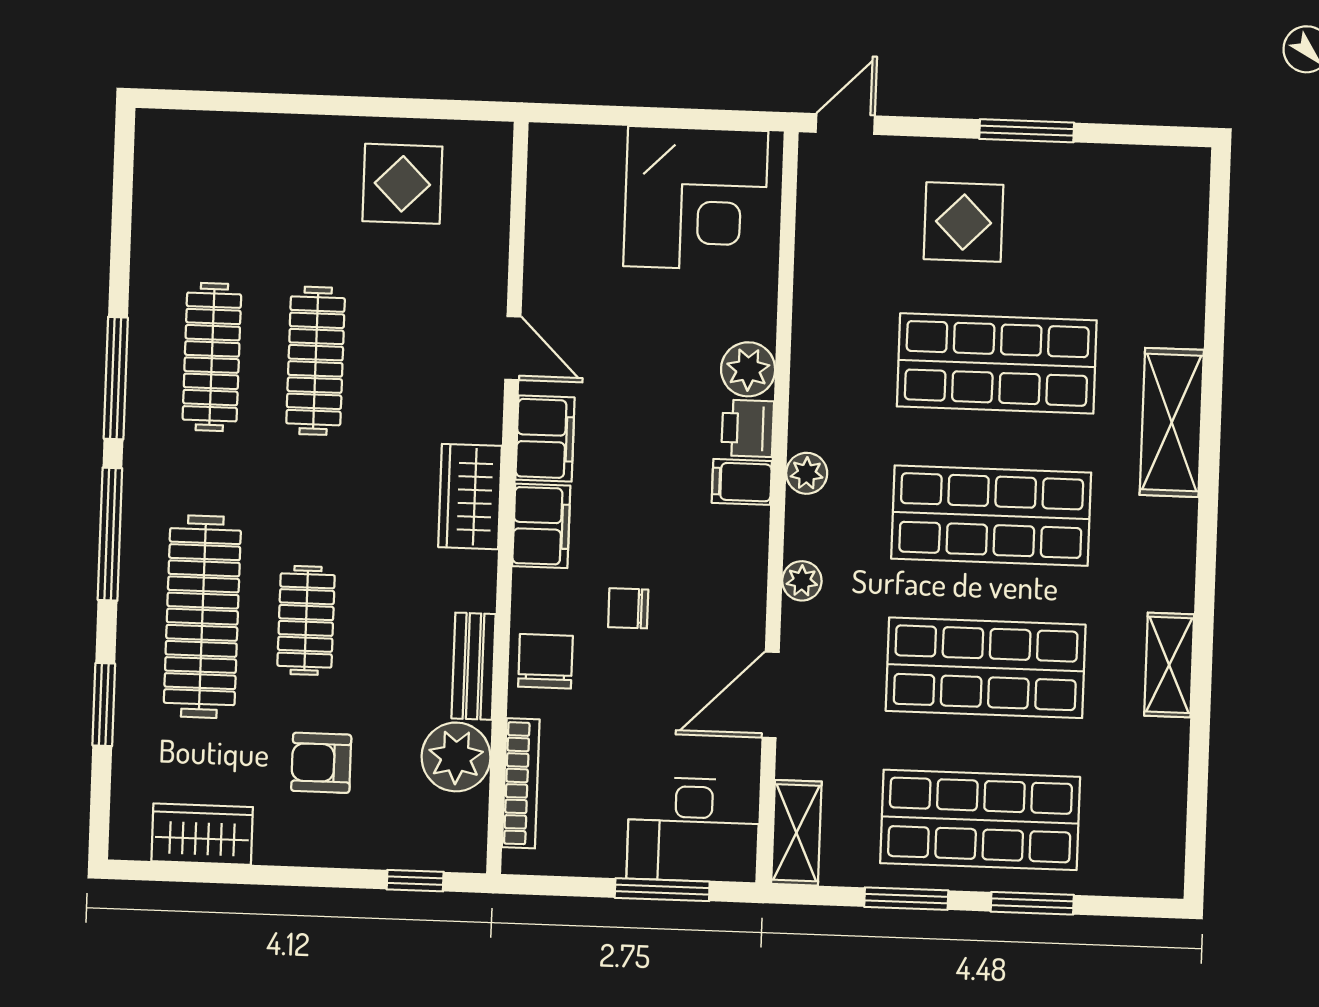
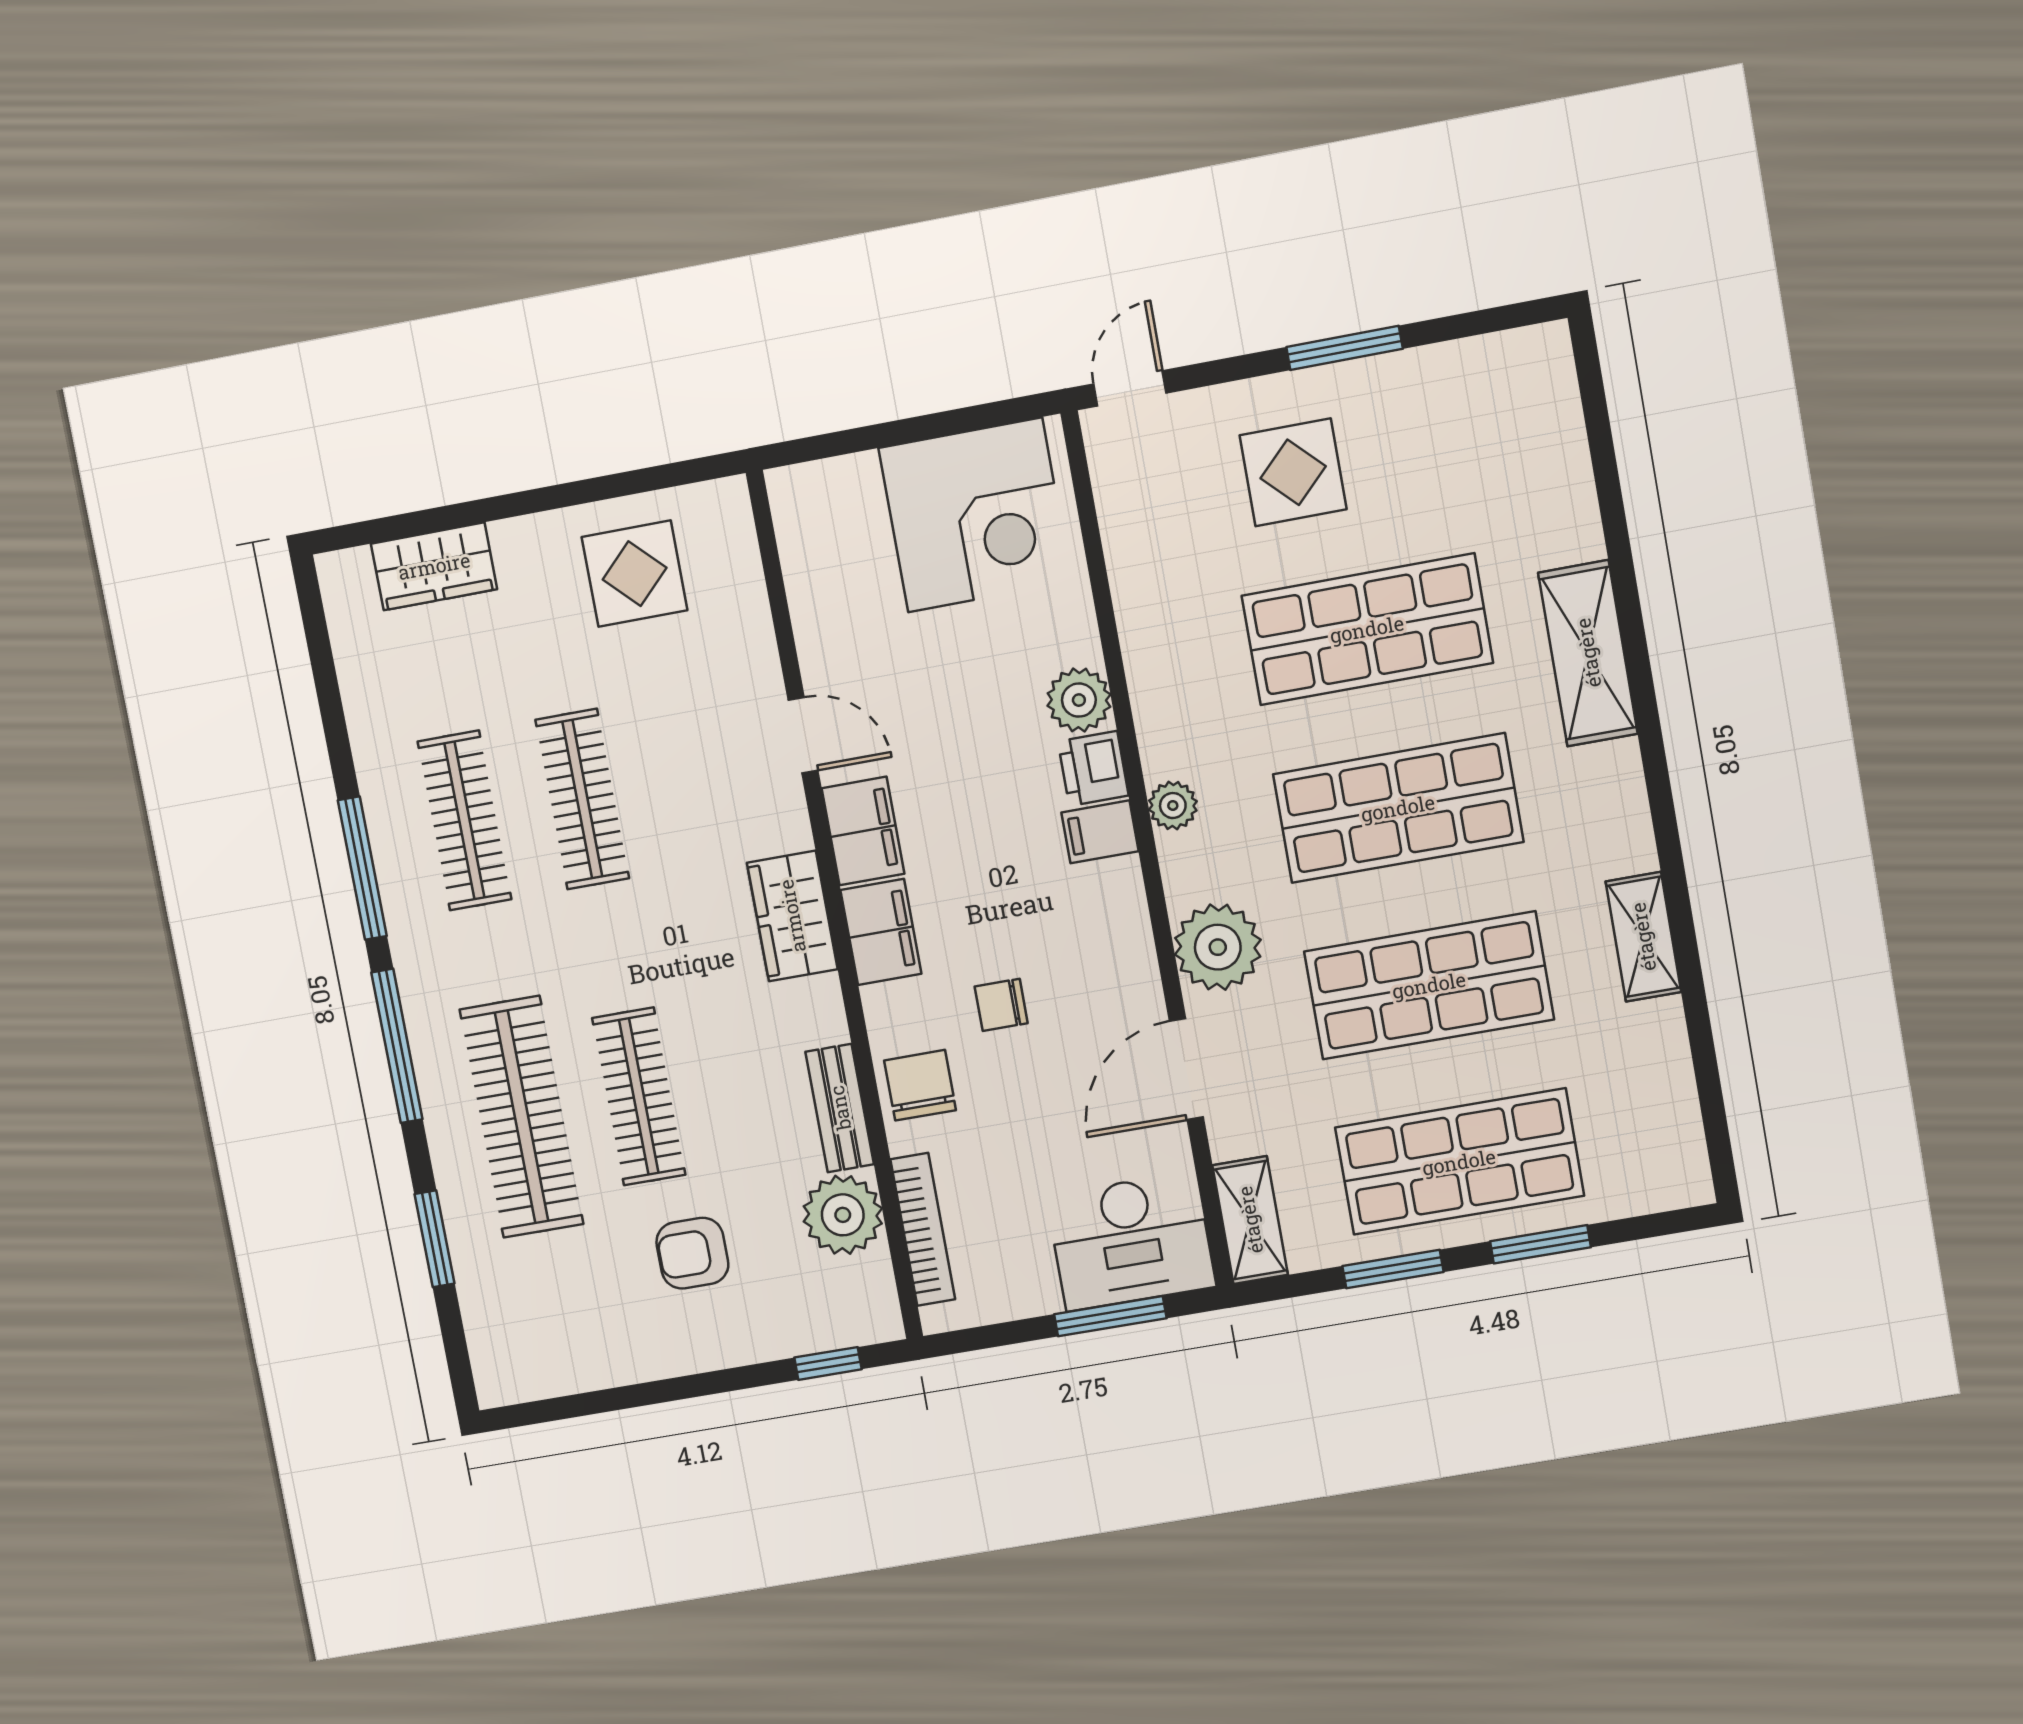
plant: (802, 581) -> (1218, 947), width x1.88, depth x1.88
clothes rail: (306, 620) -> (639, 1096), width x1.36
wardrobe: (202, 834) -> (434, 566), moved, turned 180

